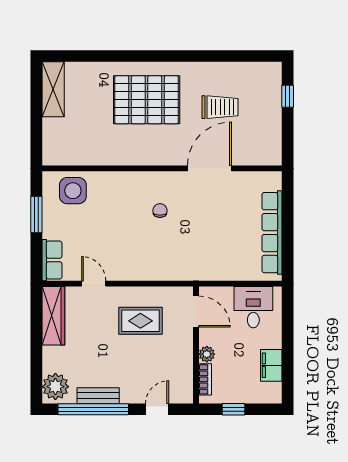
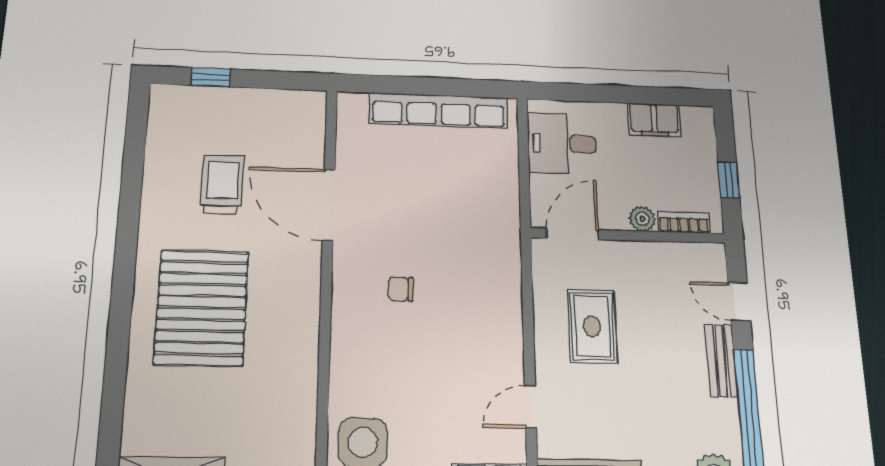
bench: (98, 396) -> (721, 361), moved

